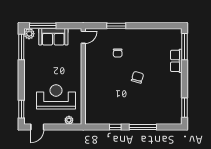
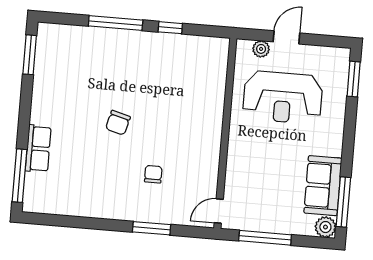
window: (43, 26) -> (265, 238), moved
sofa: (53, 37) -> (323, 186), moved, turned -90
door: (37, 127) -> (286, 37), moved

